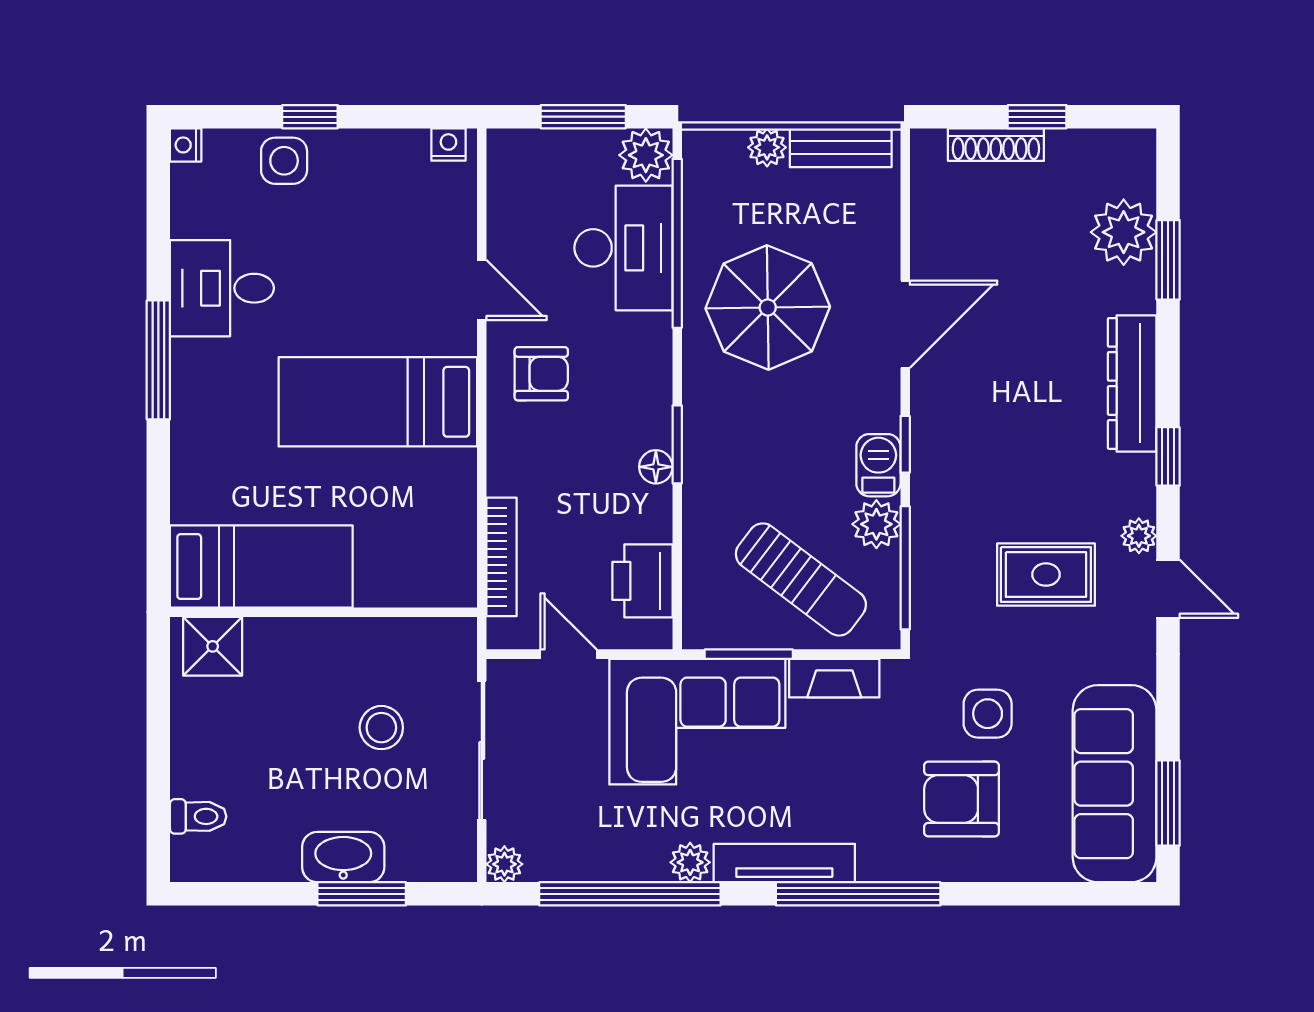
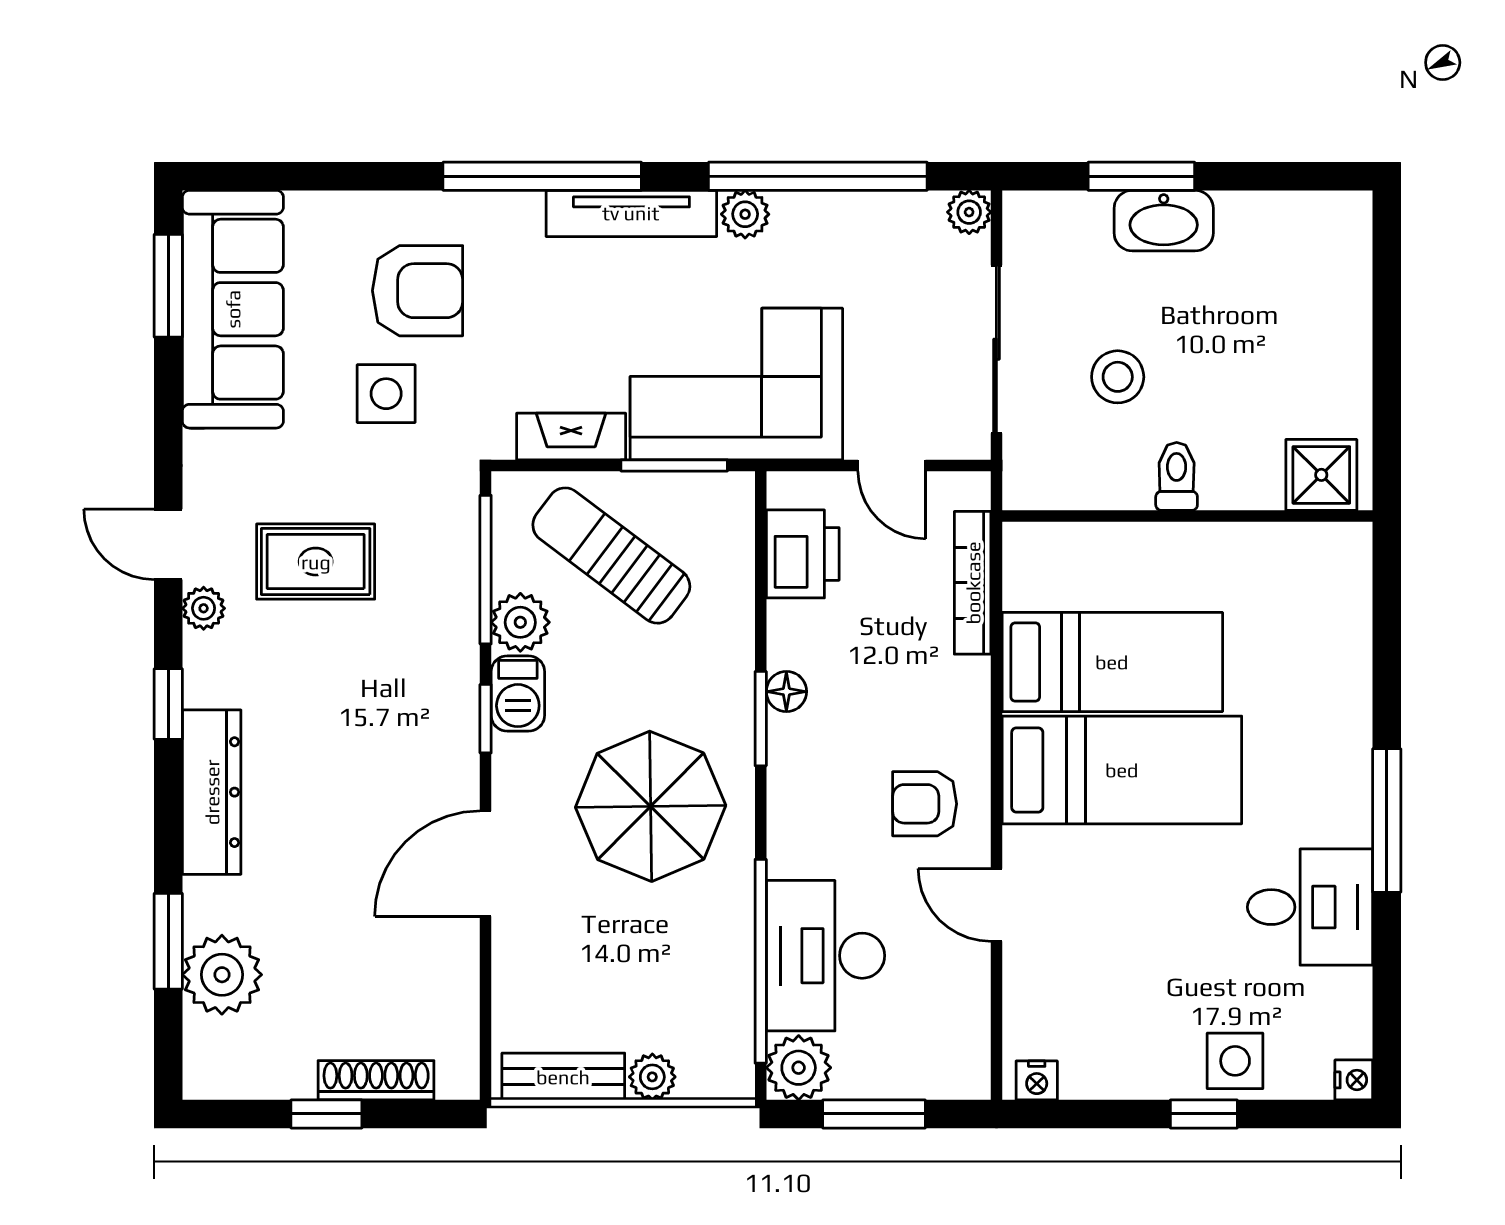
parasol: (768, 307) -> (651, 806), moved
bed: (261, 567) -> (1112, 662), moved, turned 180
toilet: (198, 816) -> (1177, 476), moved, turned 90

